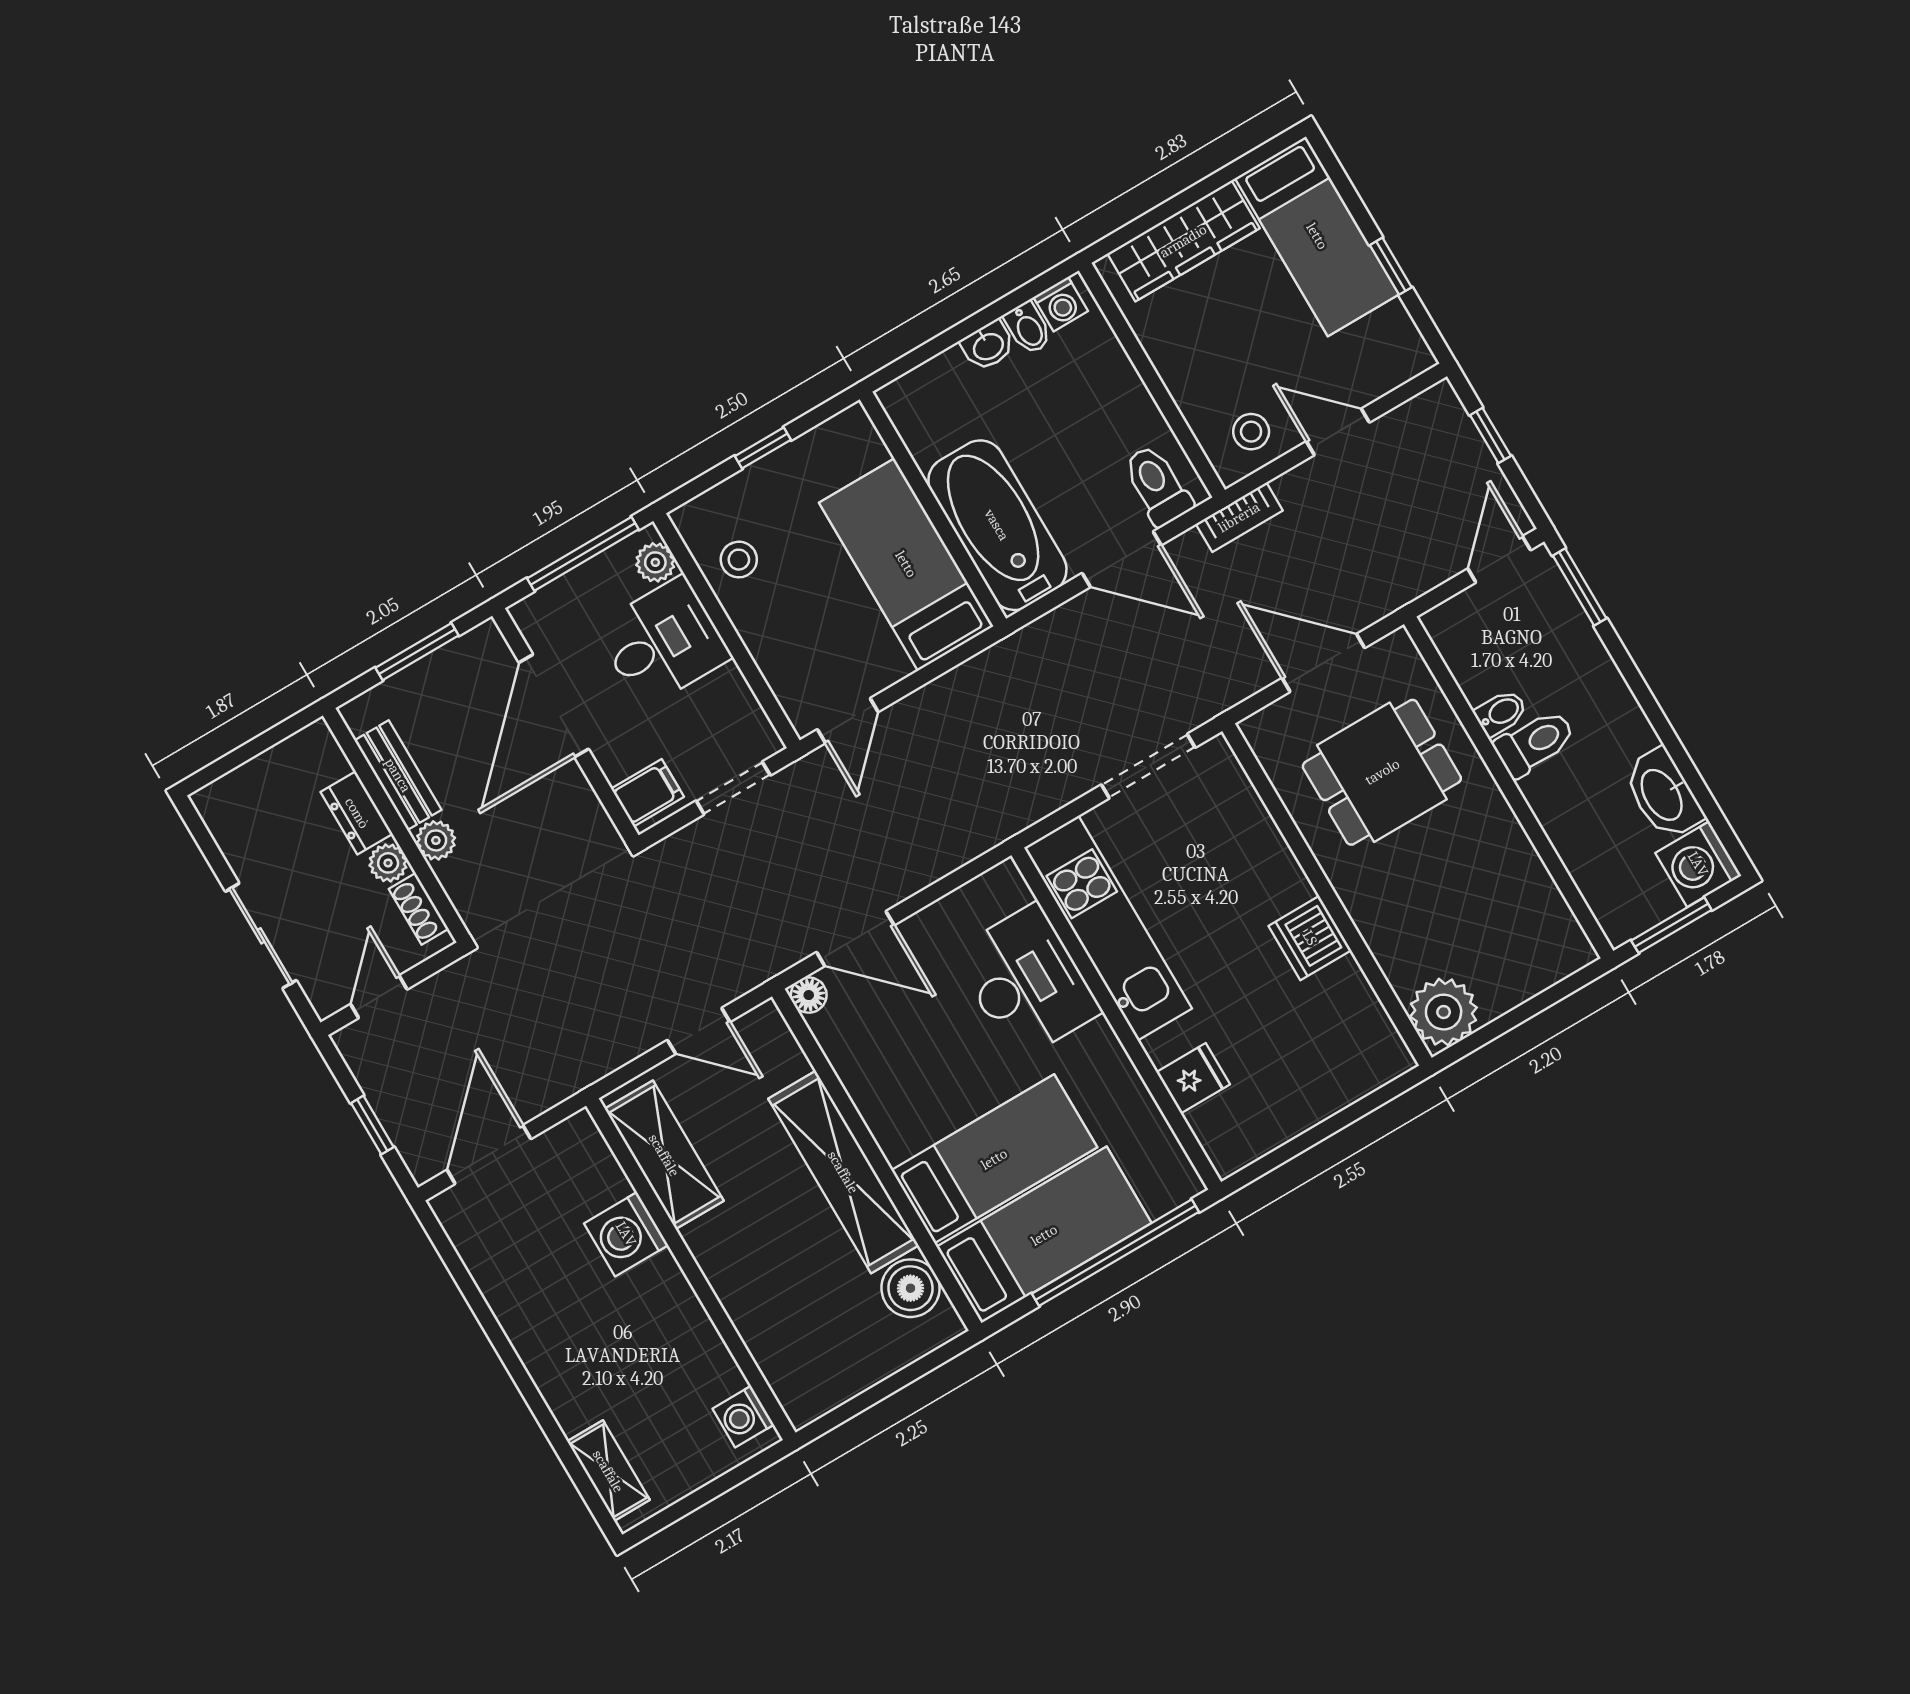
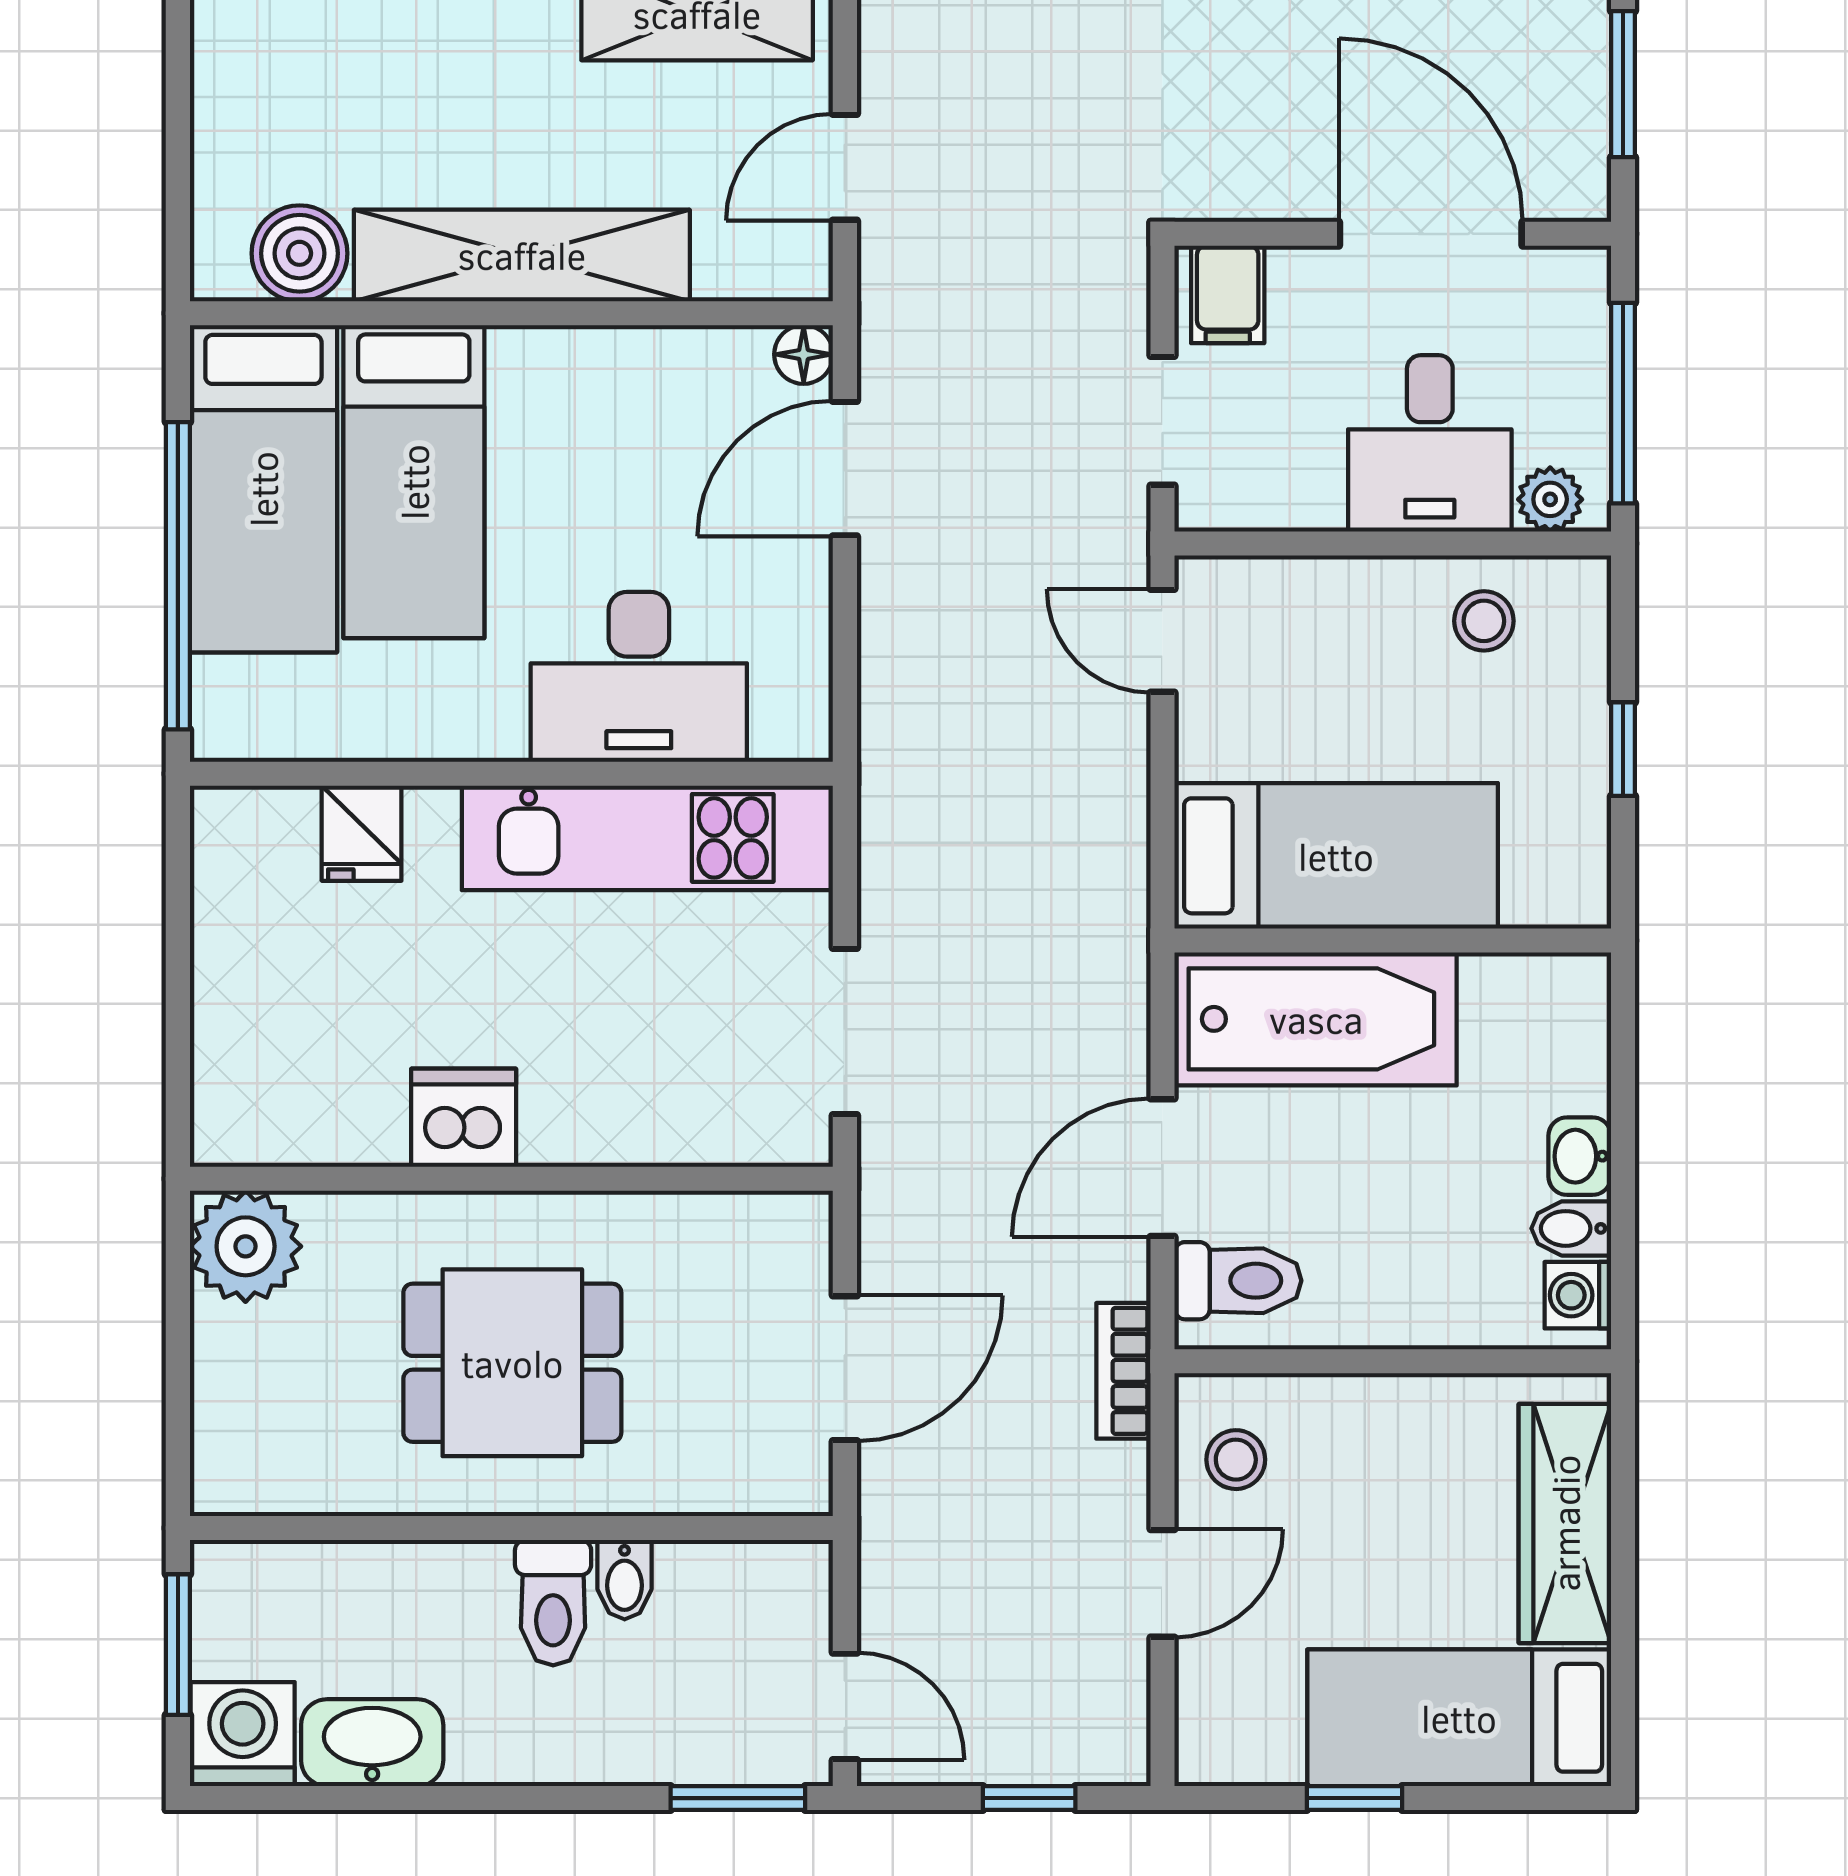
dining table: (1382, 772) -> (512, 1363), moved, turned 90

